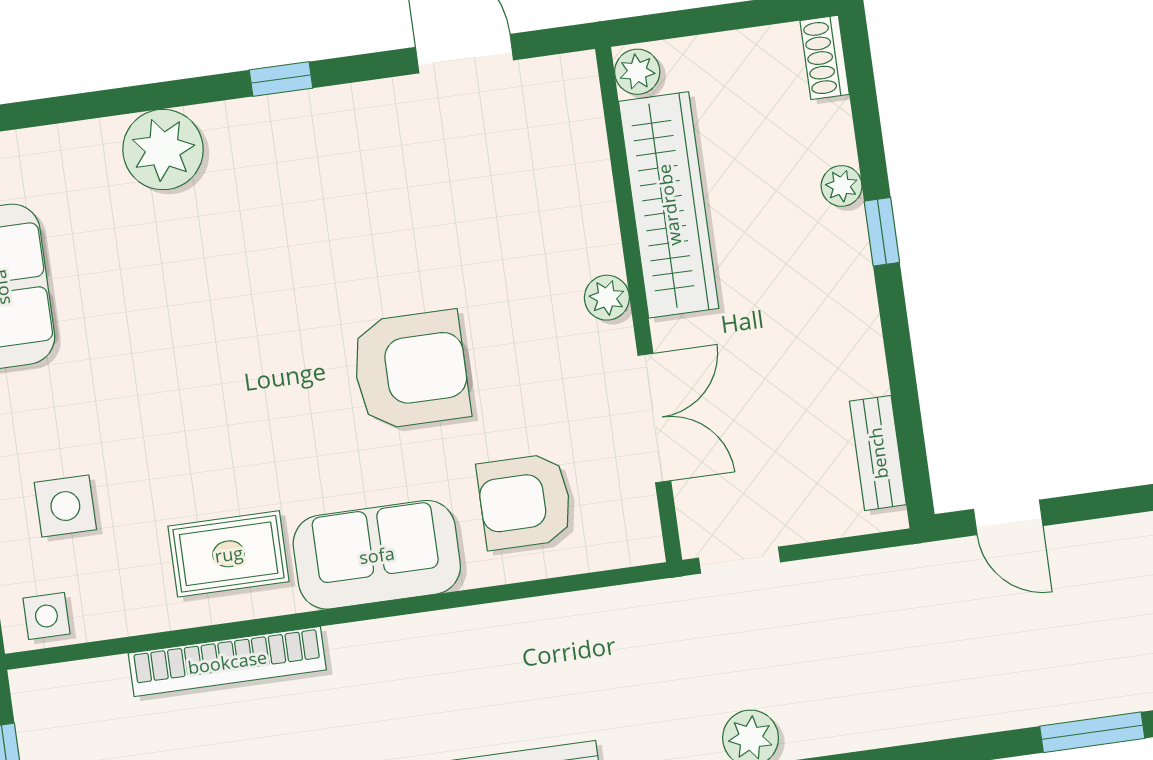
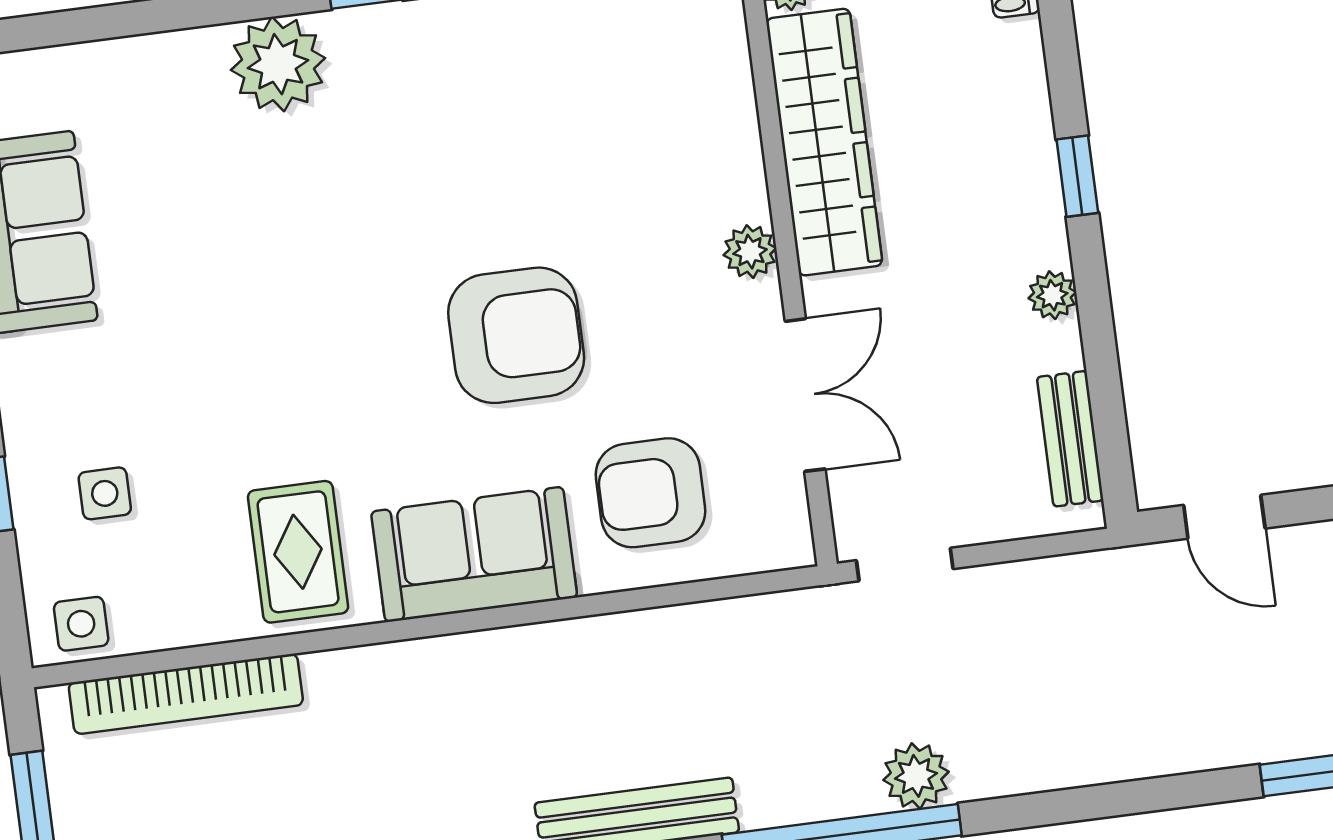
plant: (163, 150) -> (278, 64), moved
plant: (842, 186) -> (1052, 295), moved
side table: (65, 506) -> (105, 493), width x0.73, depth x0.73
rug: (229, 554) -> (298, 552), turned 90
bookcase: (227, 662) -> (186, 694), moved

